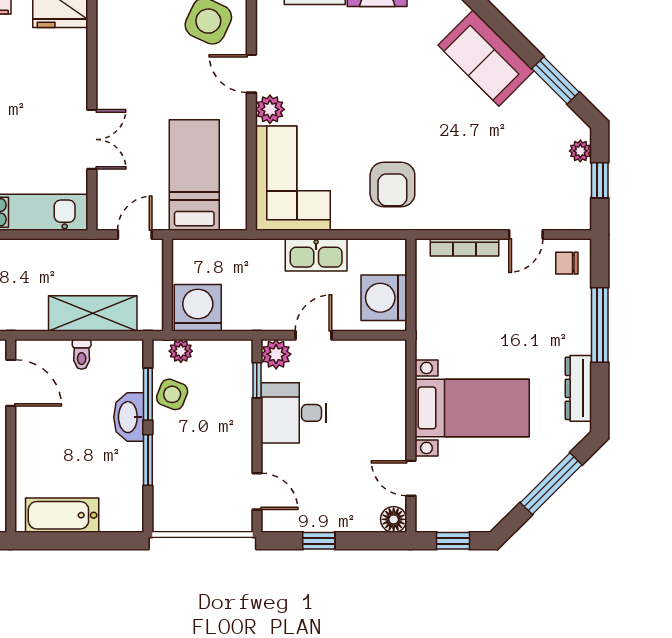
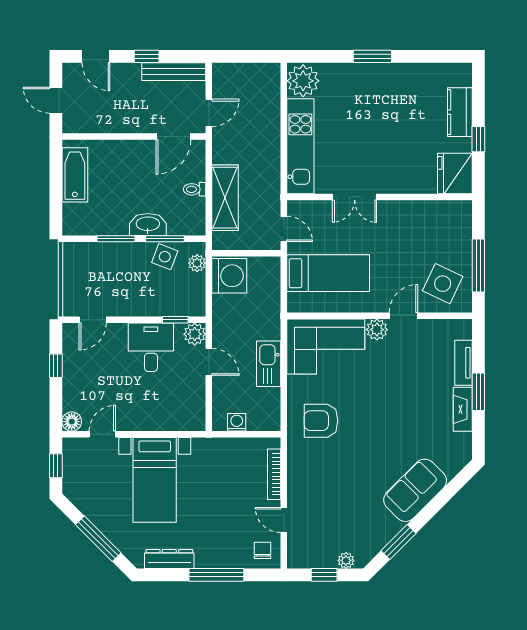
washing machine: (384, 298) -> (237, 422), width x0.53, depth x0.53

